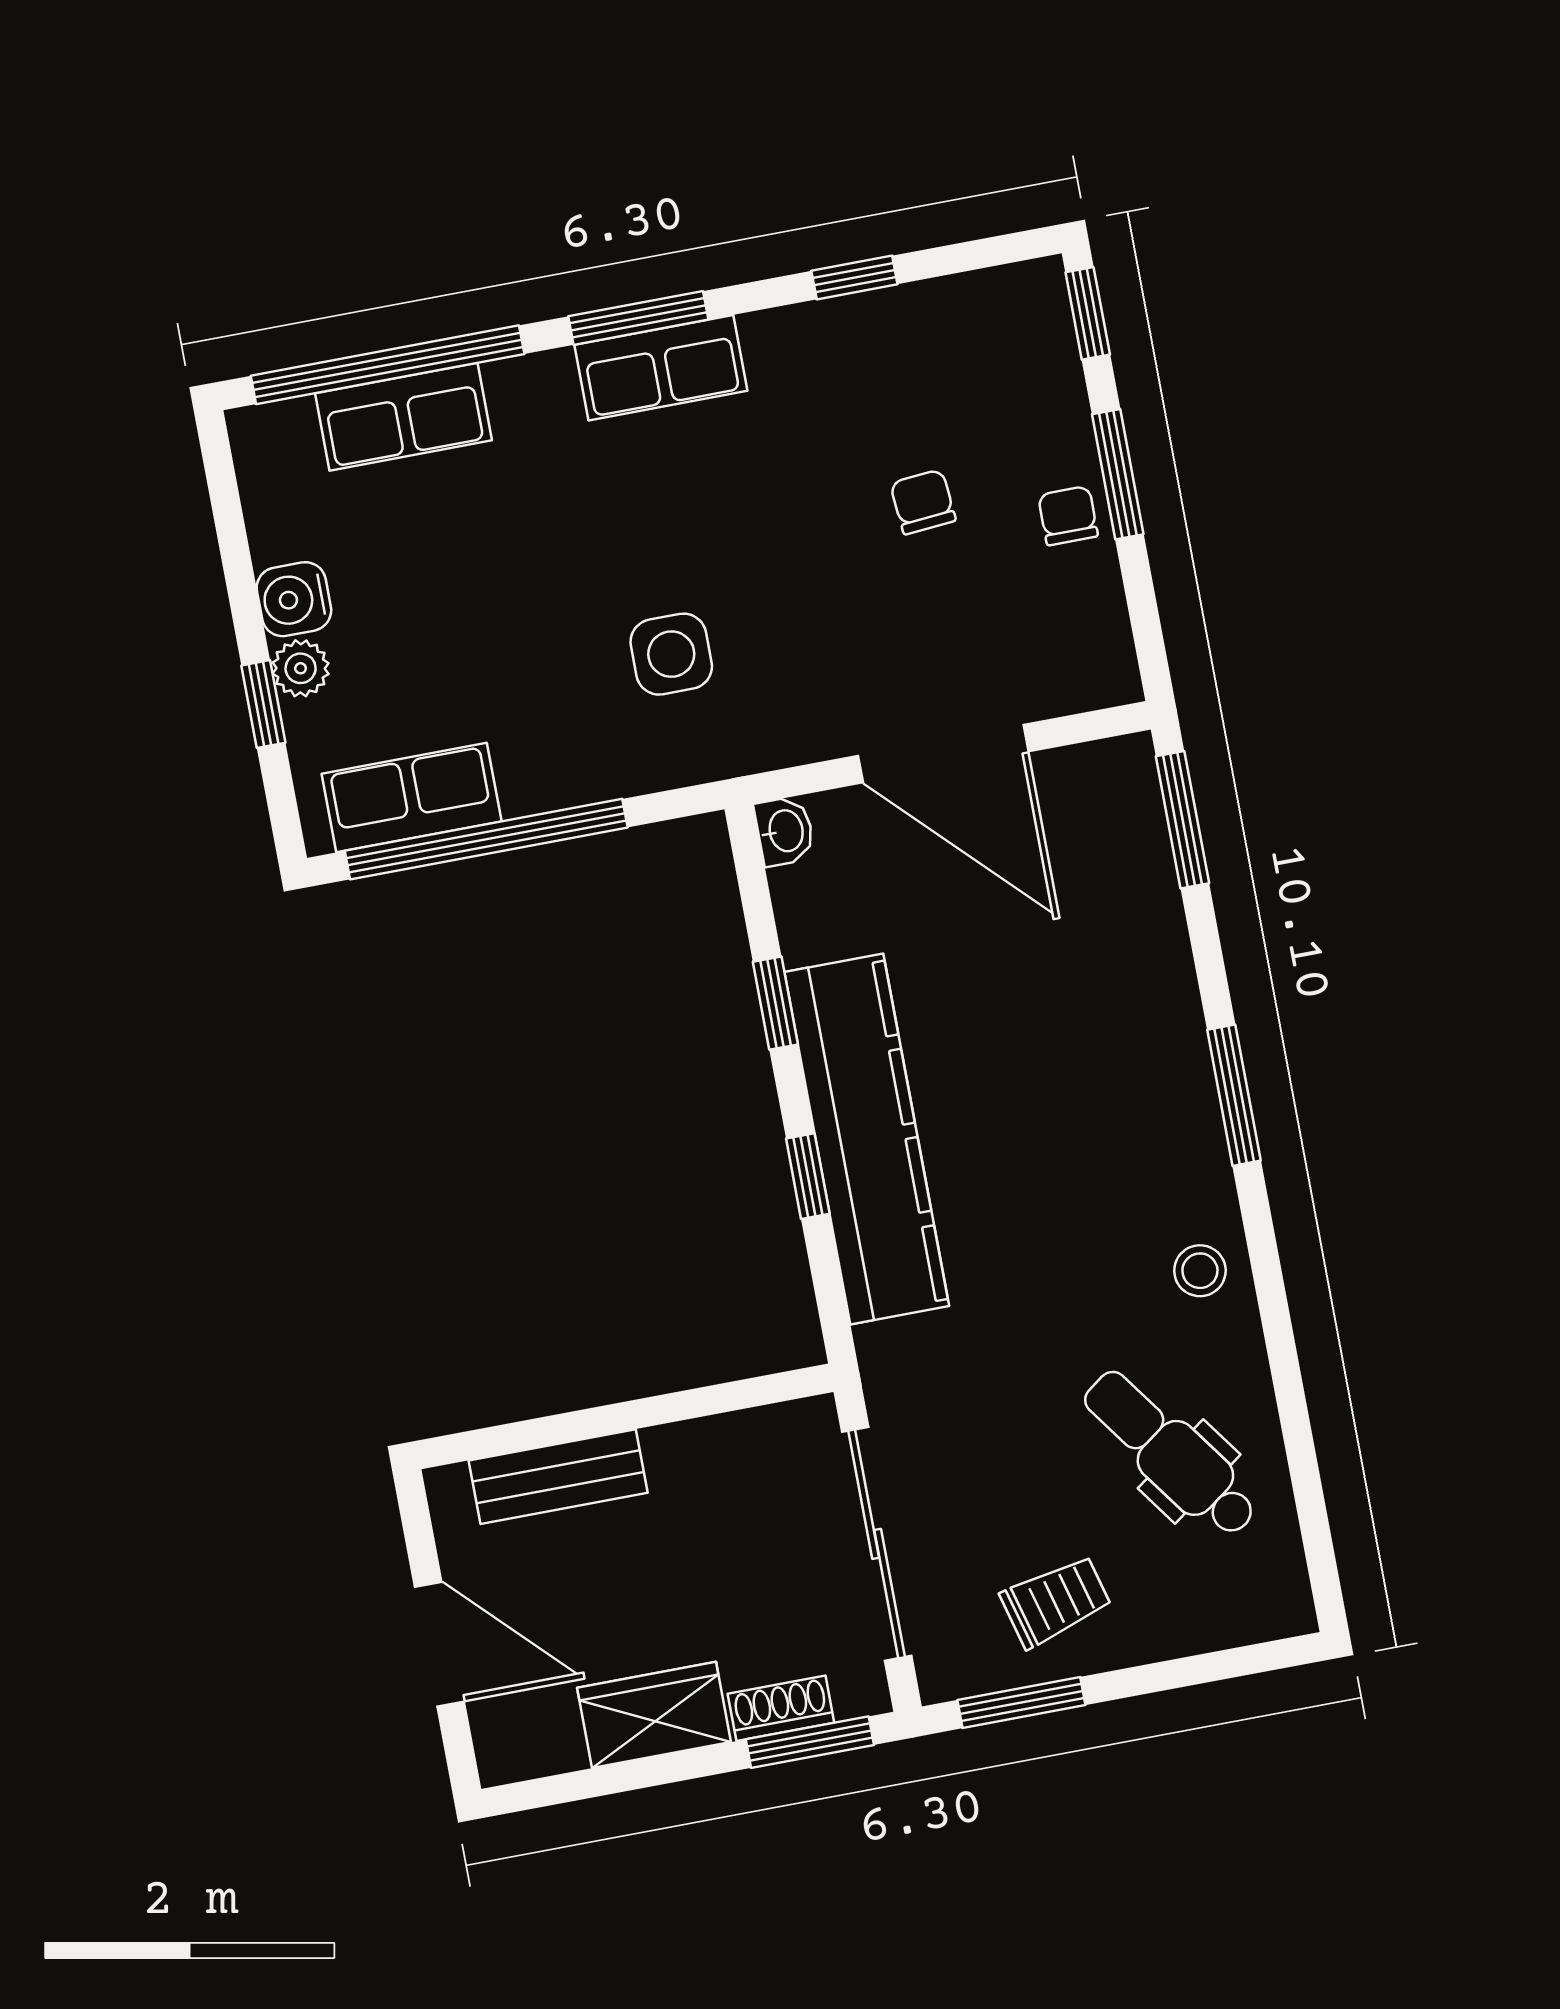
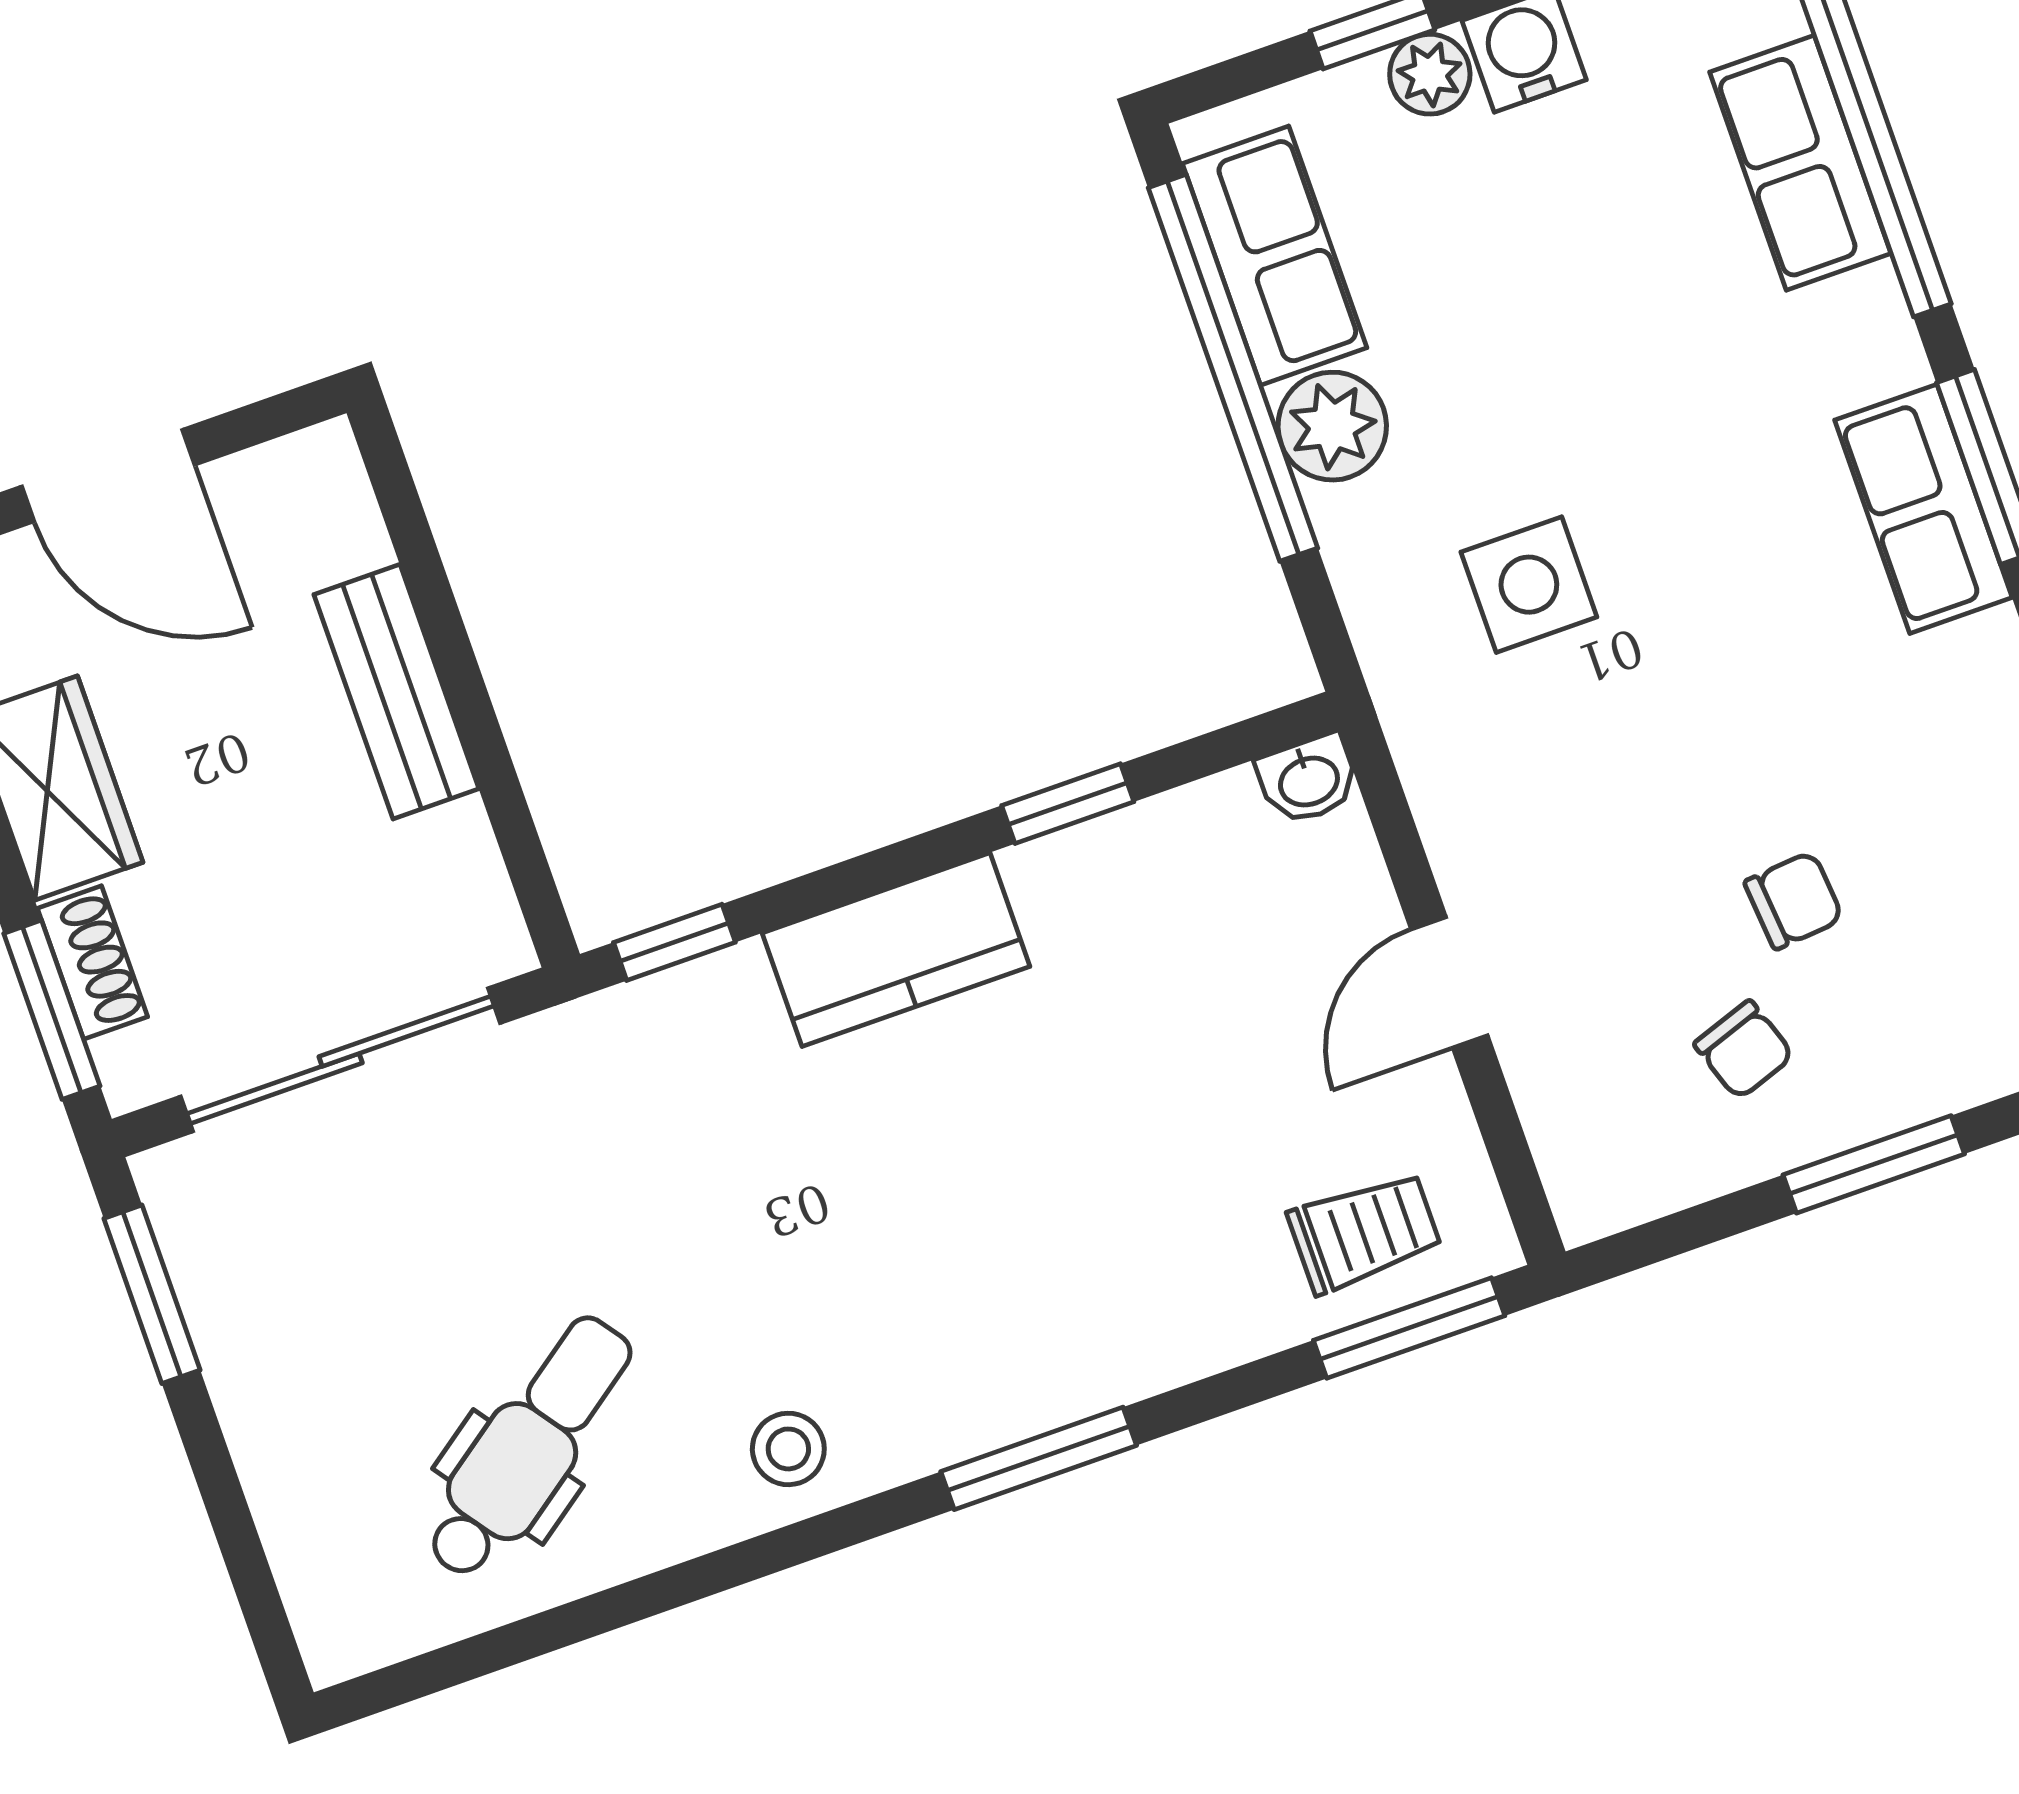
chair: (1068, 516) -> (1744, 1050), moved, turned 71
door: (943, 754) -> (1449, 983), width x0.53
plant: (538, 775) -> (1332, 426), added
kitchen counter: (867, 1139) -> (896, 950), width x0.48, depth x0.86
window: (808, 1176) -> (674, 942), moved
bench: (558, 1477) -> (396, 692), moved
trolley: (1056, 1601) -> (1365, 1232), moved, turned -75
door: (439, 1644) -> (108, 476), hinge flipped

